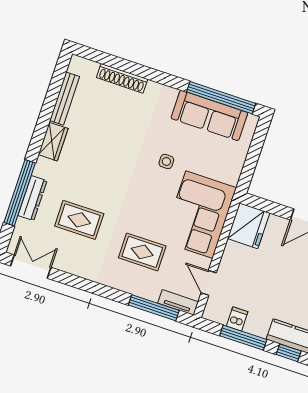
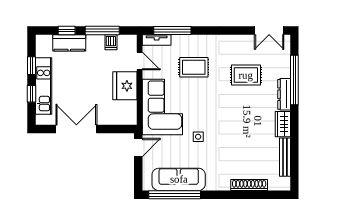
door: (247, 173) -> (138, 147), added
dresser: (32, 198) -> (284, 94), moved
fridge: (249, 226) -> (125, 86), moved

